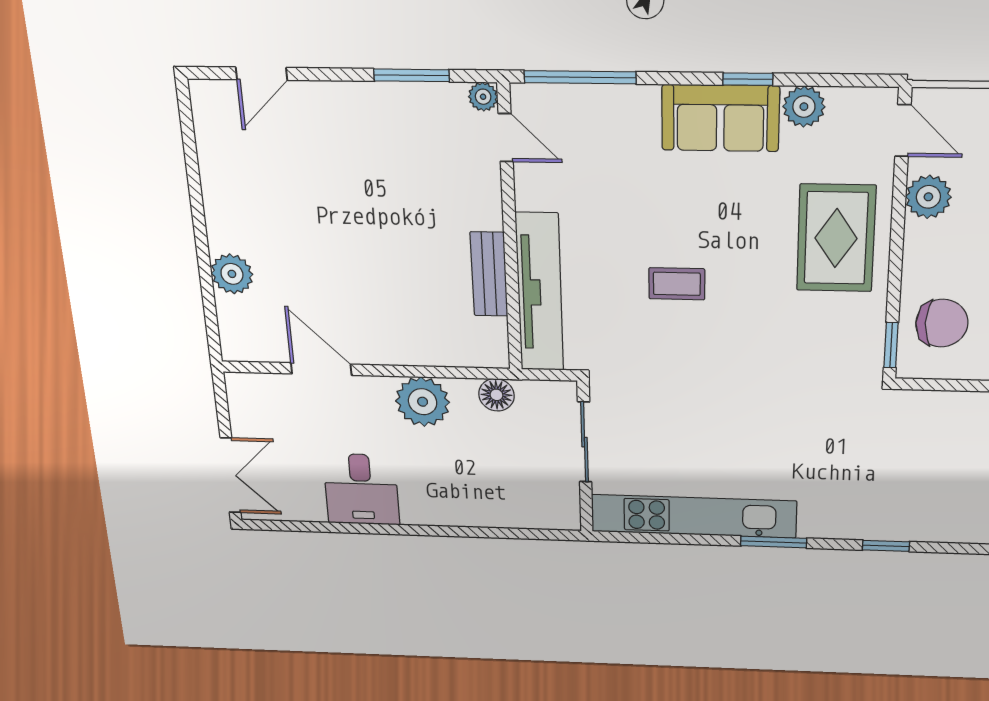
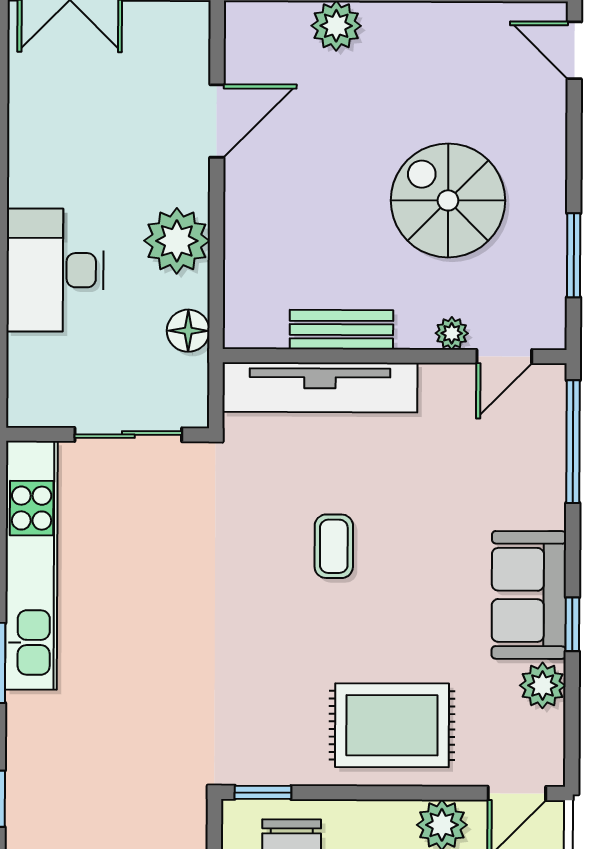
door: (261, 74) -> (574, 50), moved
plant: (483, 97) -> (452, 333), moved
spiral stairs: (372, 184) -> (448, 200), added
desk: (361, 489) -> (55, 270), moved, width x1.37

